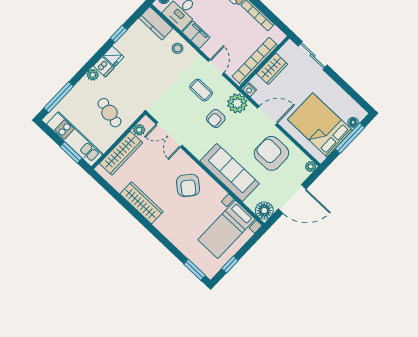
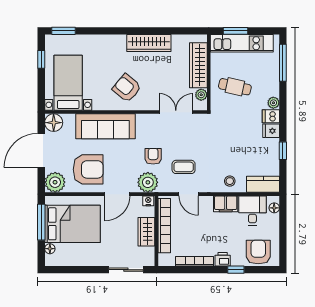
window: (350, 138) -> (41, 222), moved
plant: (311, 167) -> (55, 182), width x1.88, depth x1.88

